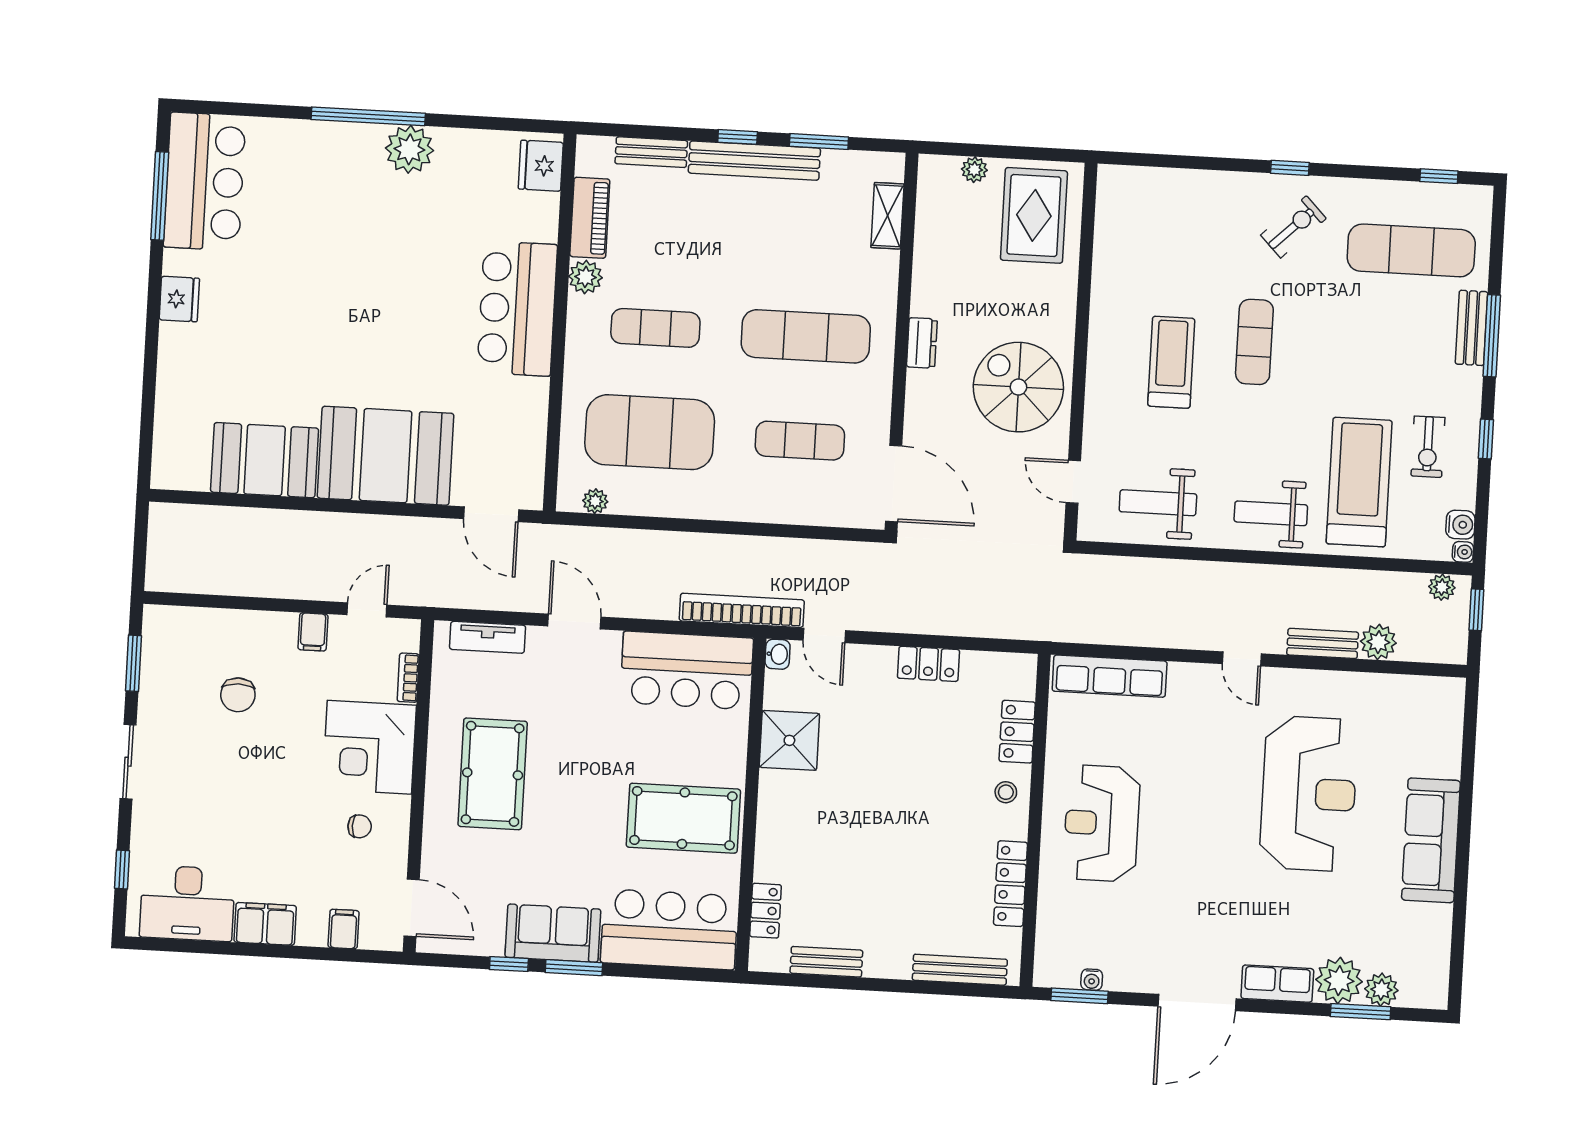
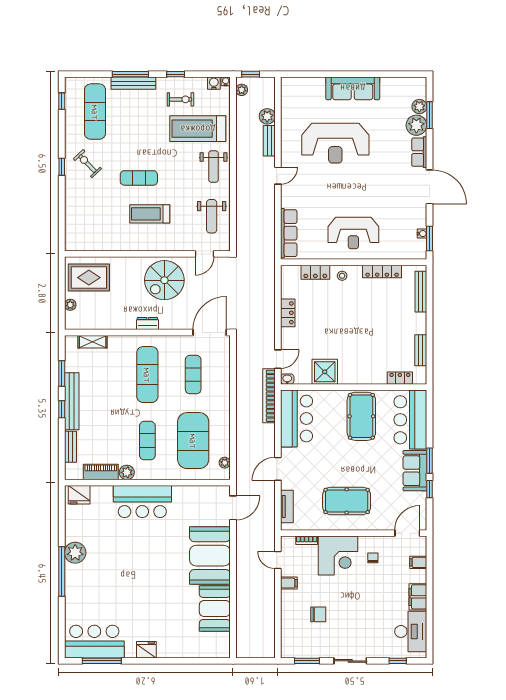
bench: (1472, 328) -> (133, 83), width x1.36
reception desk: (1309, 794) -> (335, 143), turned 180

